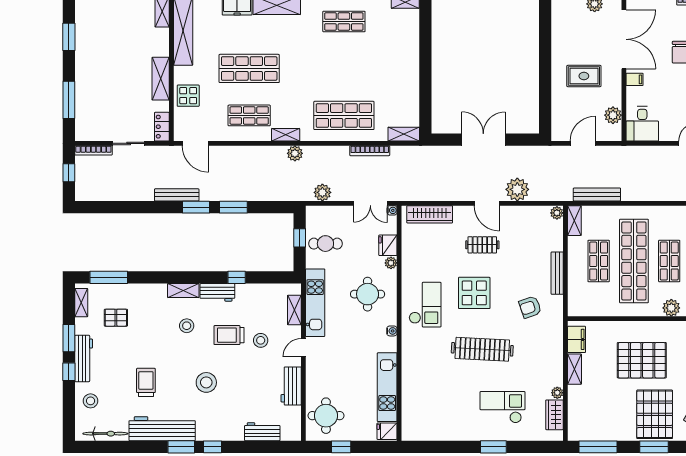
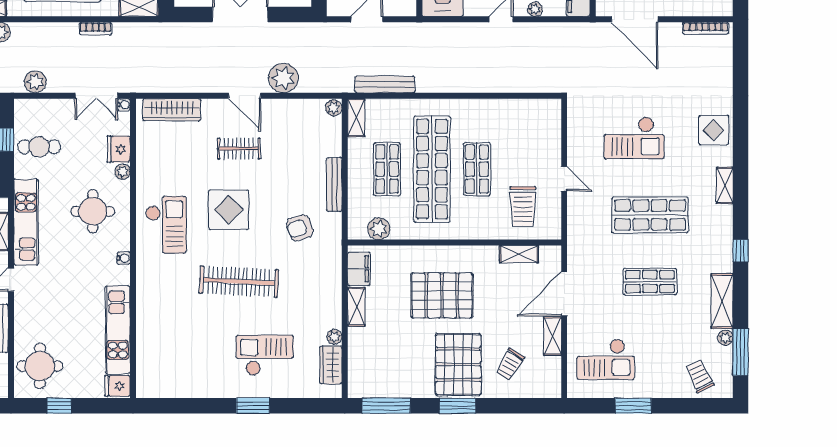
bookcase: (370, 151) -> (96, 29), width x0.64
plant: (671, 308) -> (379, 229), moved

